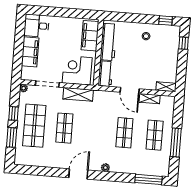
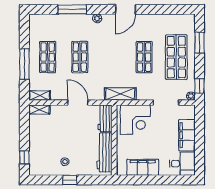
window: (166, 20) -> (70, 180), moved
filing cabinet: (90, 36) -> (143, 167), moved, turned -90
shelving: (78, 94) -> (120, 94), moved
shelving: (150, 99) -> (40, 95), moved
window: (13, 113) -> (200, 86), moved
window: (176, 142) -> (24, 64), moved
window: (149, 179) -> (72, 9), moved

